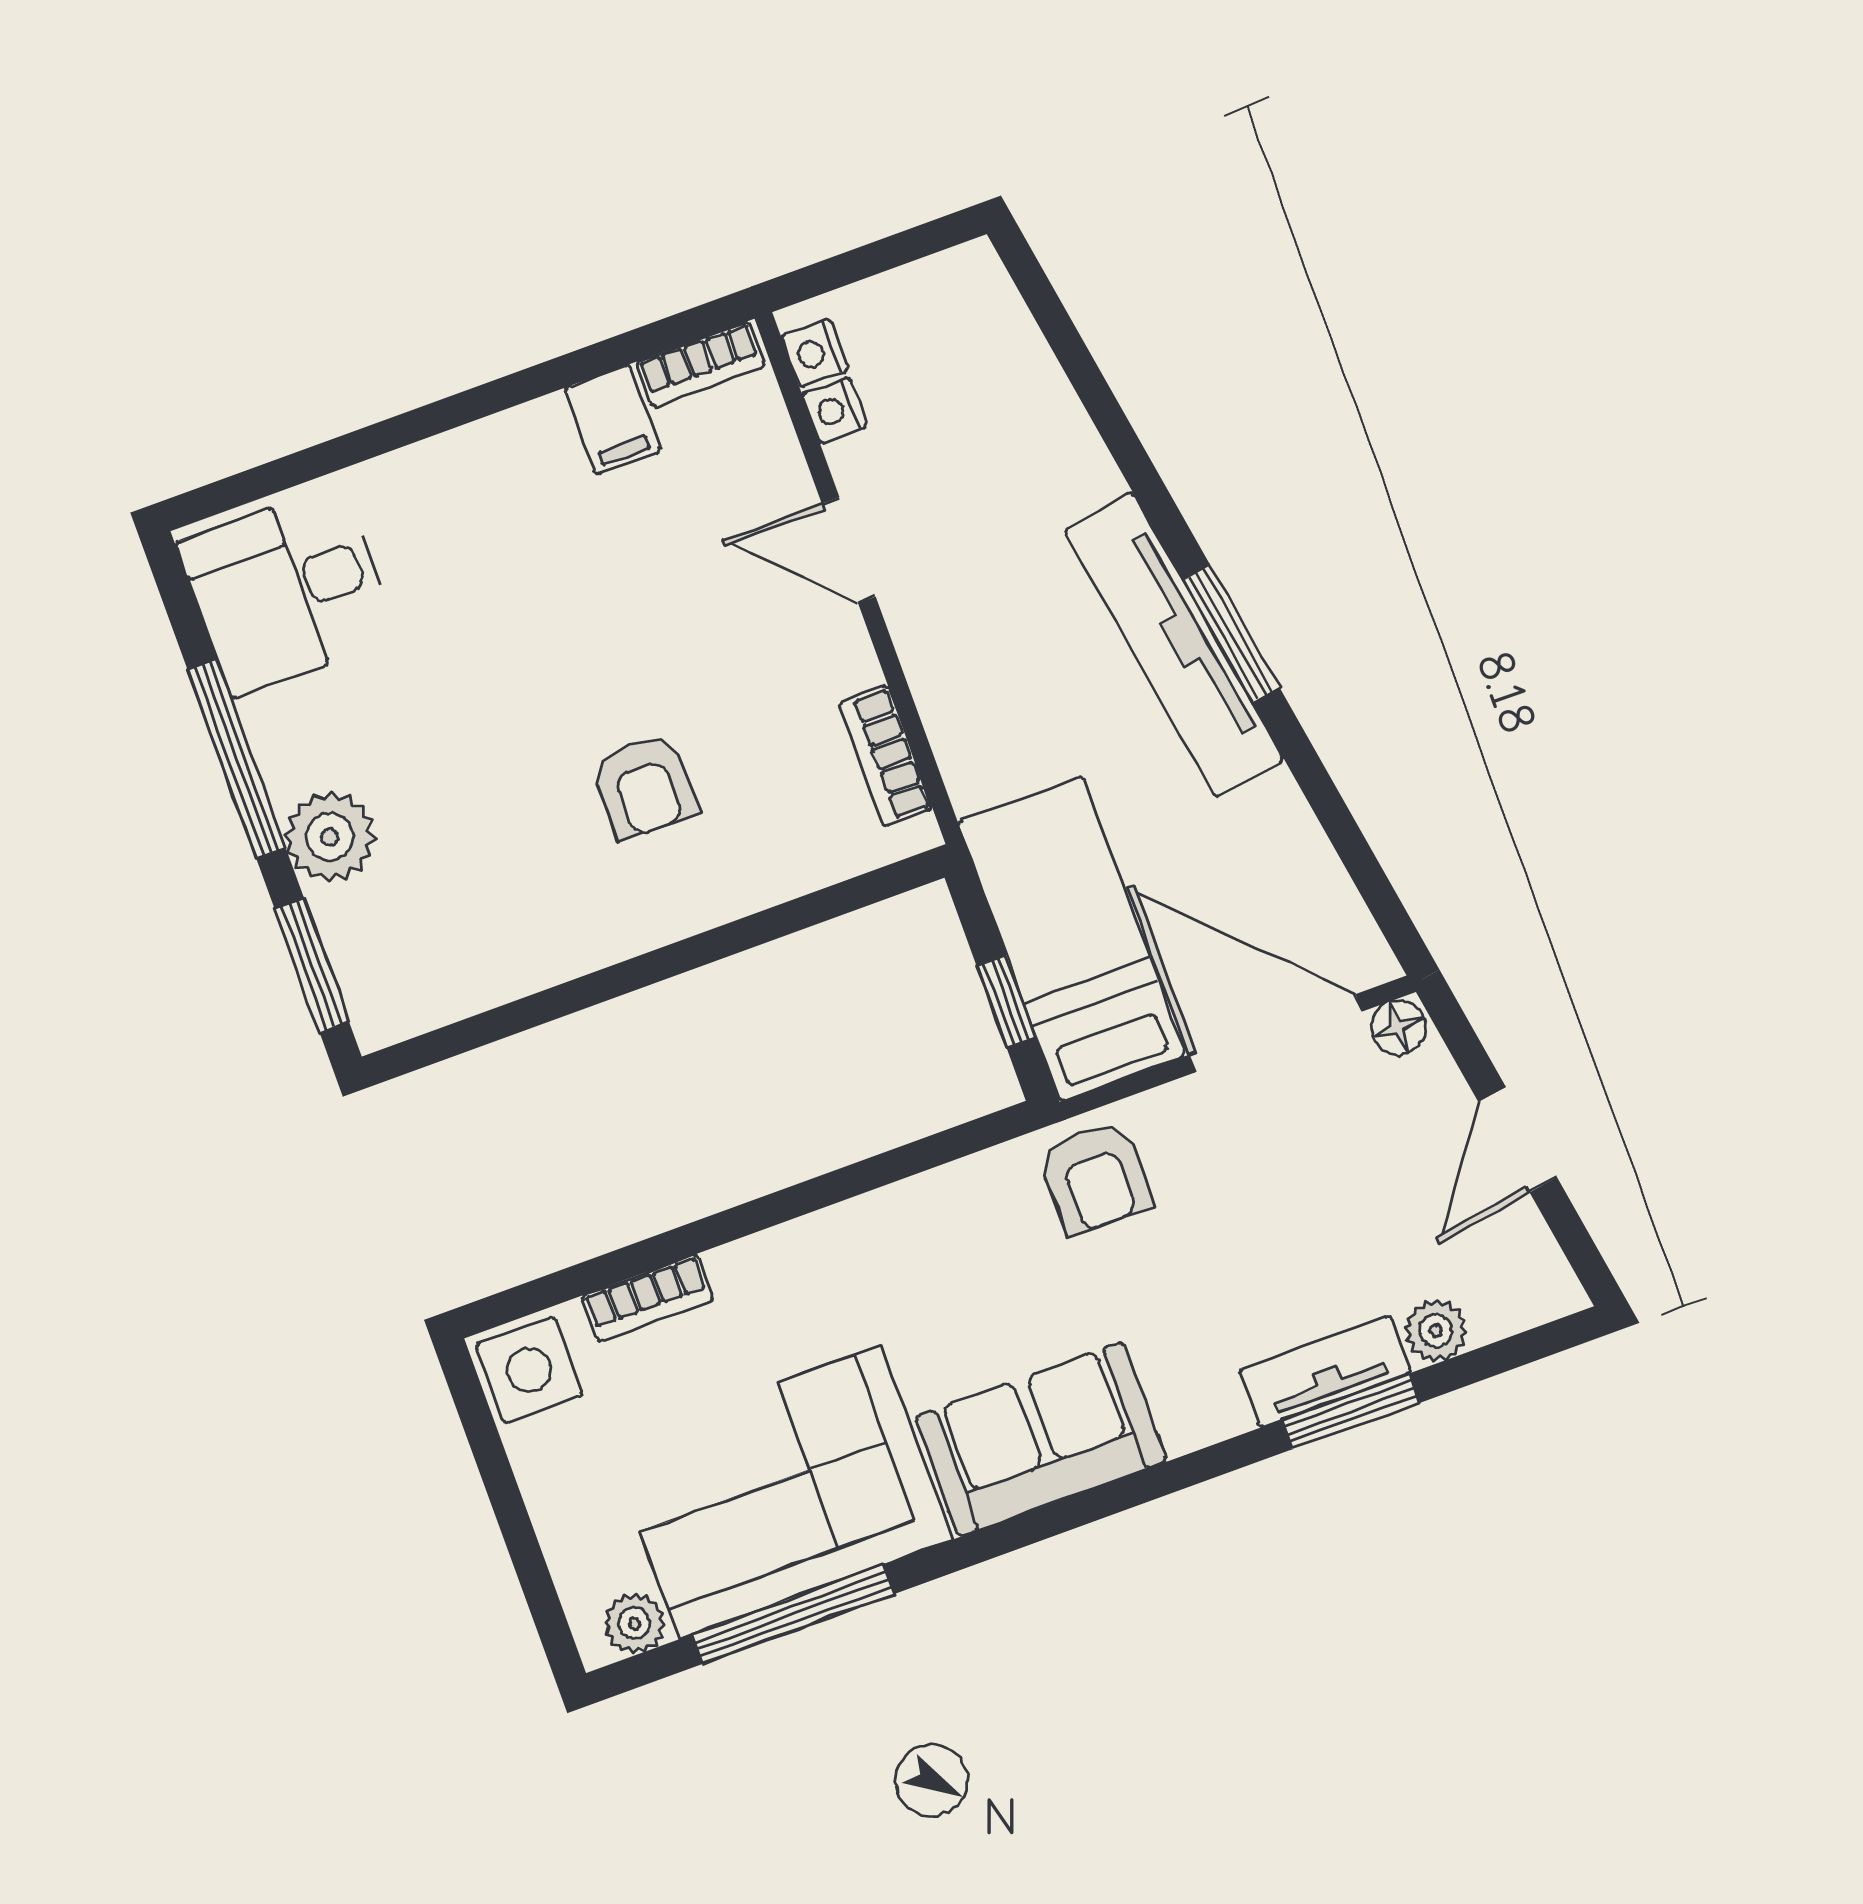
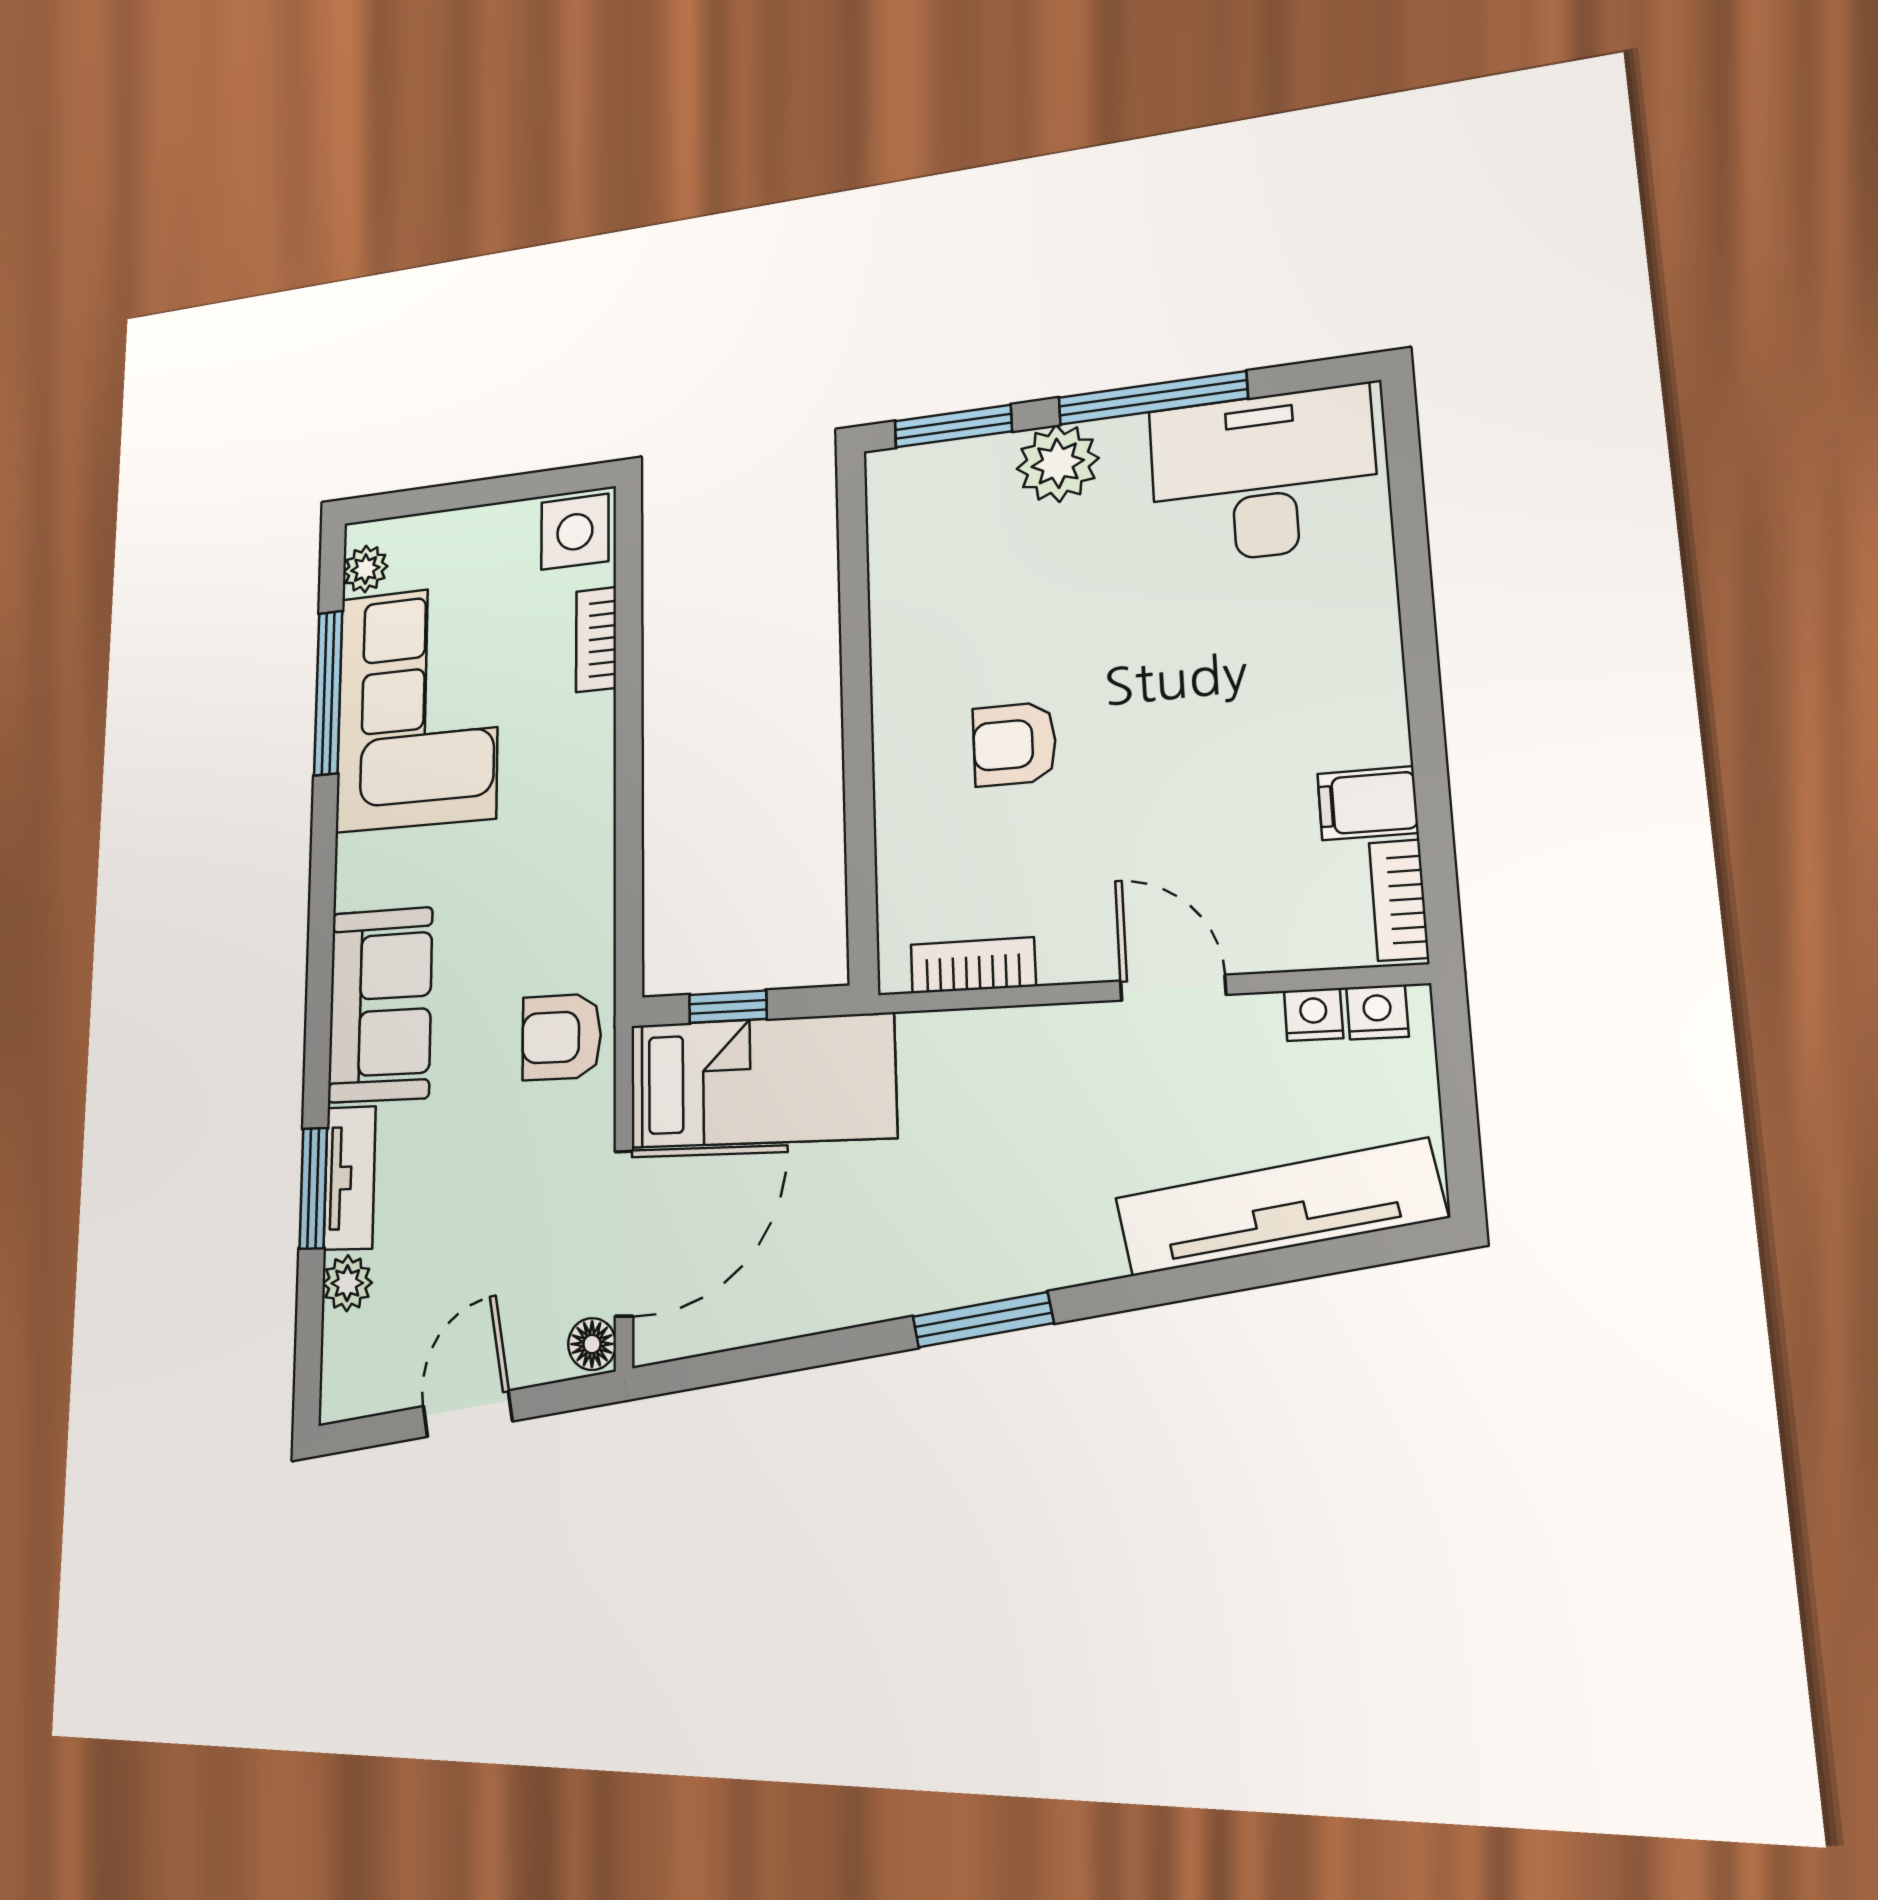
door: (849, 550) -> (1173, 988), hinge flipped
desk: (287, 590) -> (1263, 476), width x1.37
tv unit: (1174, 644) -> (1278, 1208), moved
door: (1518, 1139) -> (468, 1414), hinge flipped
sofa: (1041, 1439) -> (380, 1005), moved

